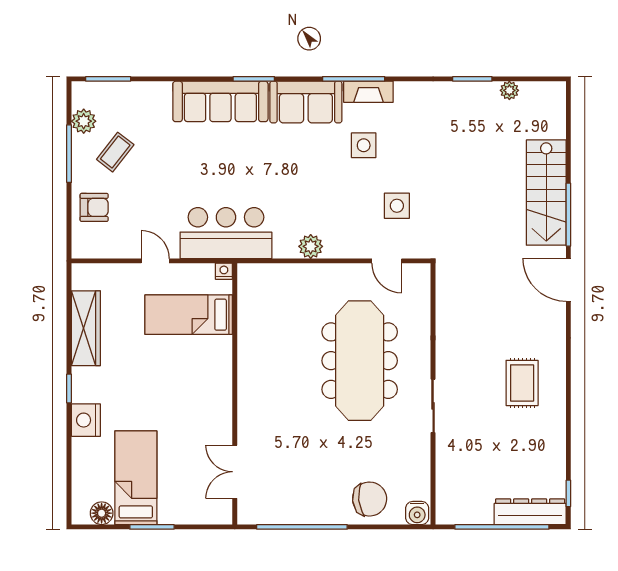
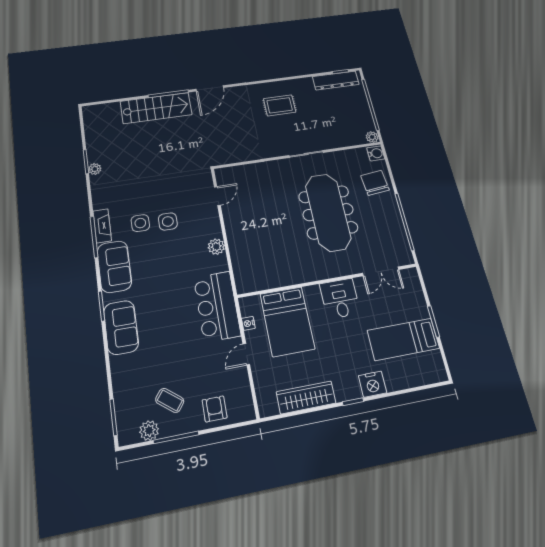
plant: (509, 90) -> (95, 169), moved
sofa: (220, 101) -> (121, 327), width x0.73
side table: (397, 206) -> (168, 221), moved
nightstand: (224, 271) -> (248, 323), moved
bed: (189, 315) -> (287, 321), width x1.50
meeting table: (360, 361) -> (328, 212), moved, turned 90
desk: (207, 404) -> (340, 299), added
dresser: (530, 512) -> (336, 80), moved, turned -90
floor lamp: (102, 513) -> (435, 360), removed
plant: (445, 515) -> (372, 137), added

